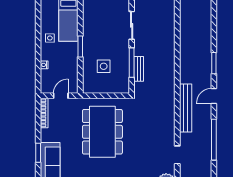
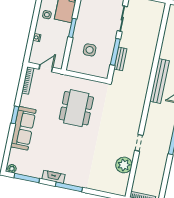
bench: (186, 108) -> (159, 81), moved
dining table: (102, 132) -> (76, 108), width x0.73, depth x0.80

